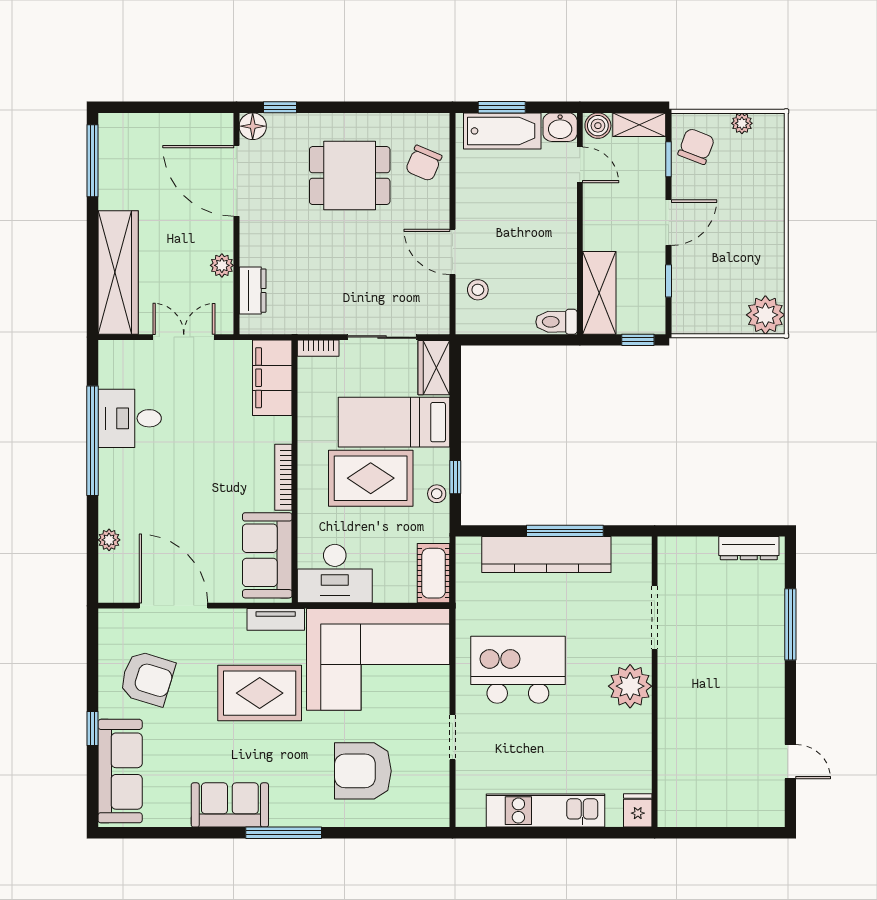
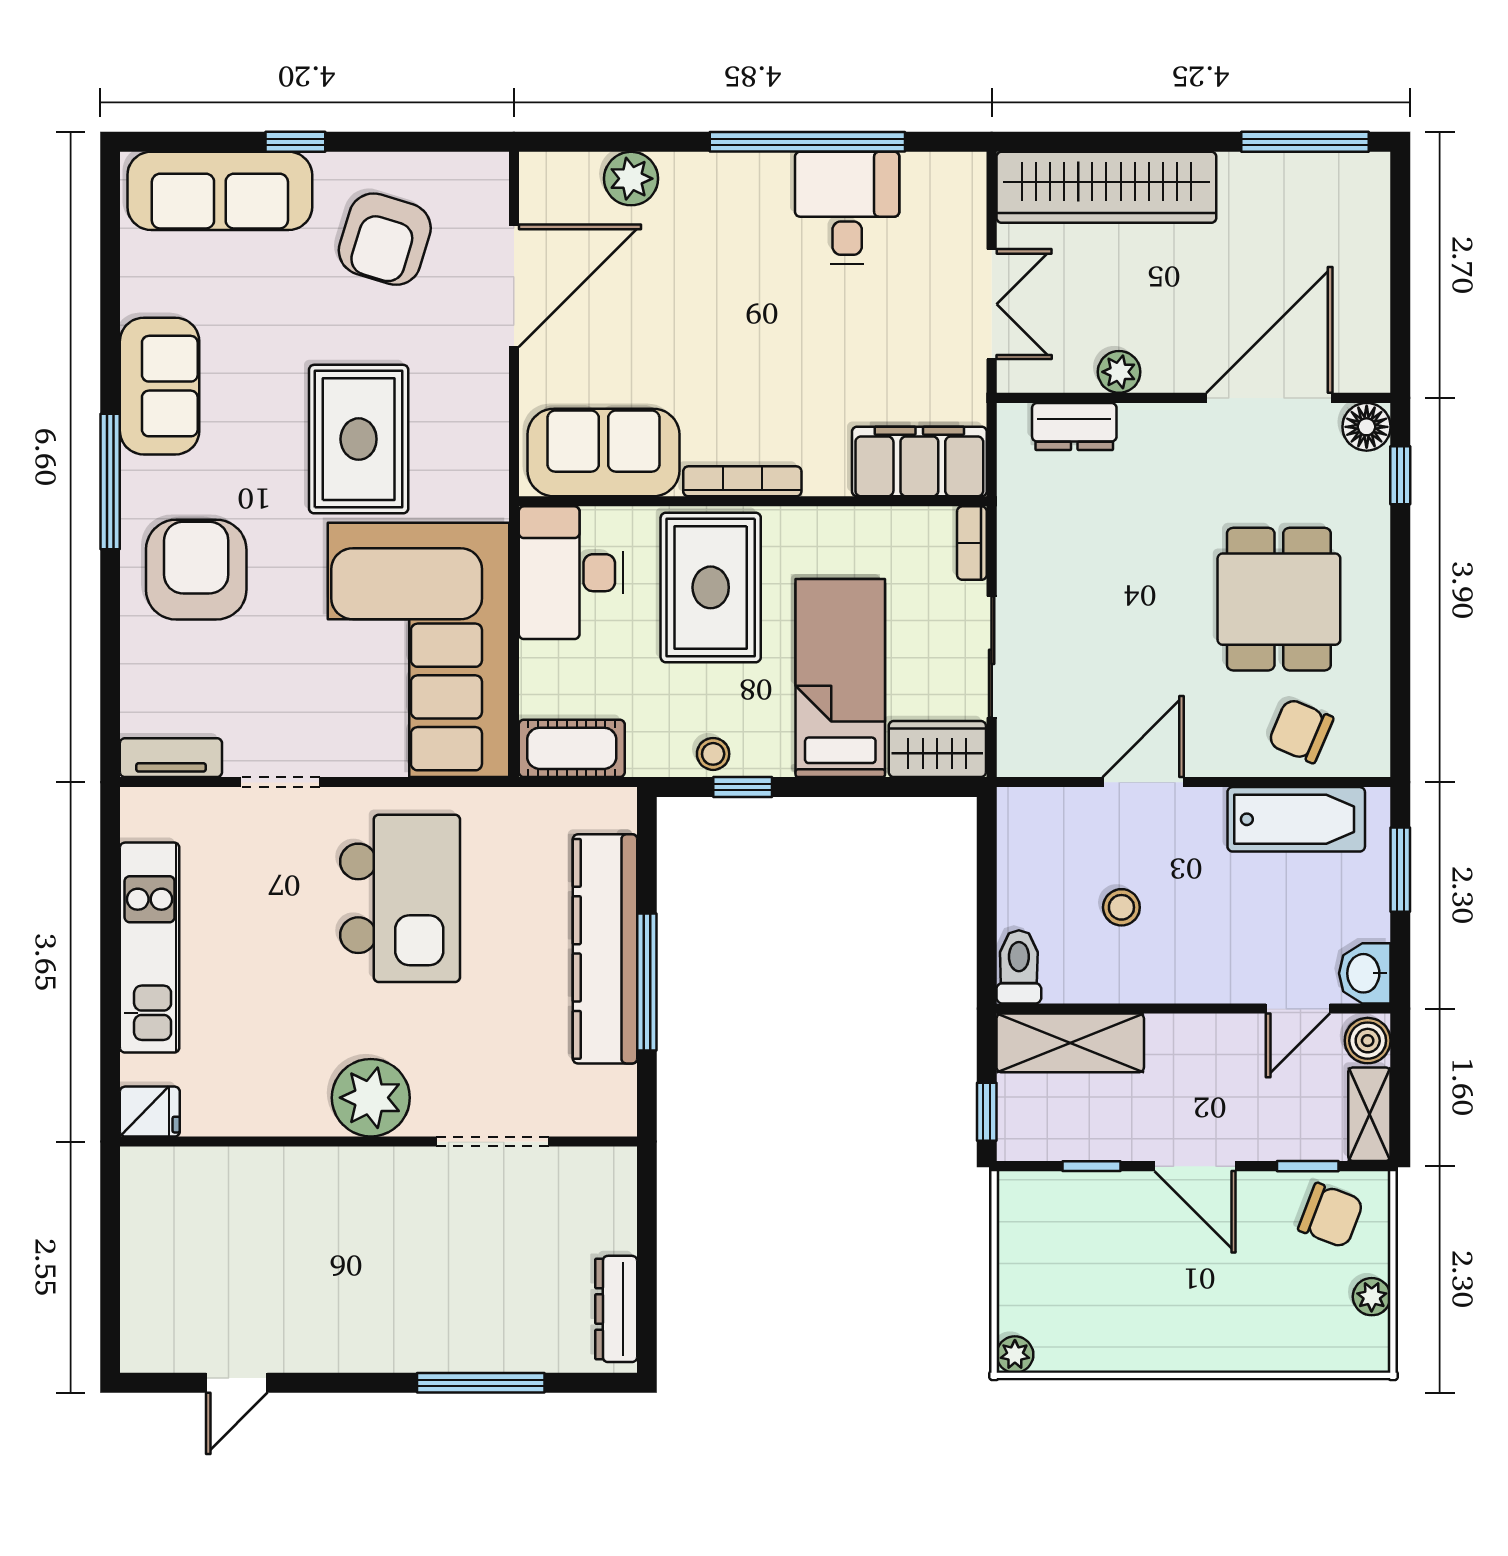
bathtub: (502, 131) -> (1296, 819), moved, turned -90
stool: (478, 290) -> (1121, 907), moved
plant: (765, 315) -> (1015, 1355), width x0.53, depth x0.53
rug: (371, 478) -> (711, 587), moved
plant: (109, 540) -> (631, 179), width x1.38, depth x1.38
tv unit: (276, 619) -> (171, 758), moved, turned 90
armchair: (363, 771) -> (196, 570), moved

